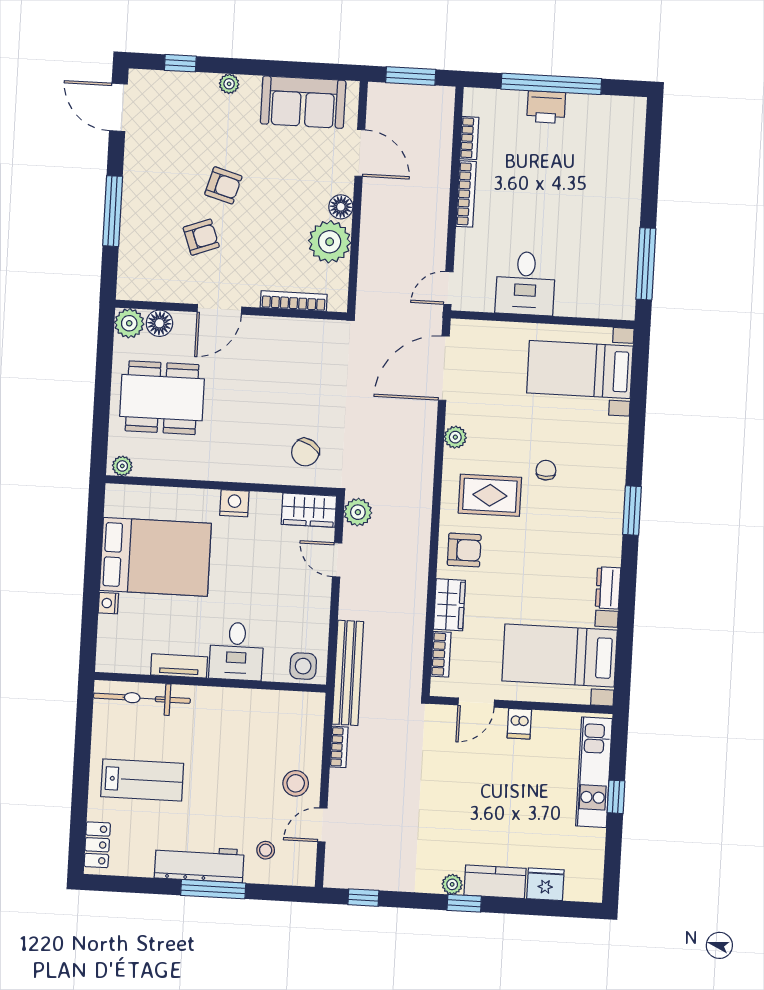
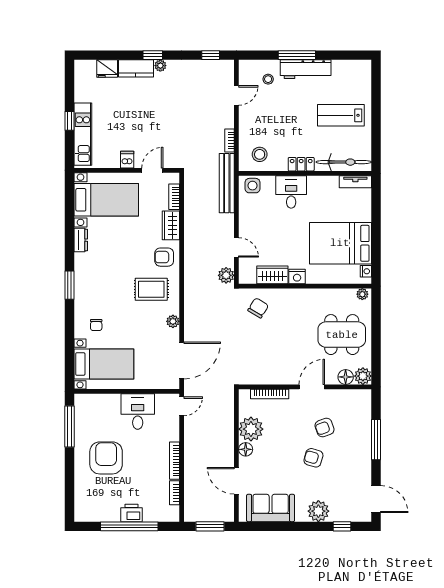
plant: (229, 84) -> (318, 511), width x1.88, depth x1.88
armchair: (585, 205) -> (106, 458), added
chair: (546, 470) -> (96, 325), moved
wardrobe: (309, 510) -> (272, 275), moved
nightstand: (108, 603) -> (366, 271), moved
tv unit: (179, 666) -> (355, 182), moved
stool: (296, 783) -> (260, 154), moved
locker: (97, 845) -> (301, 164), moved, turned 90

